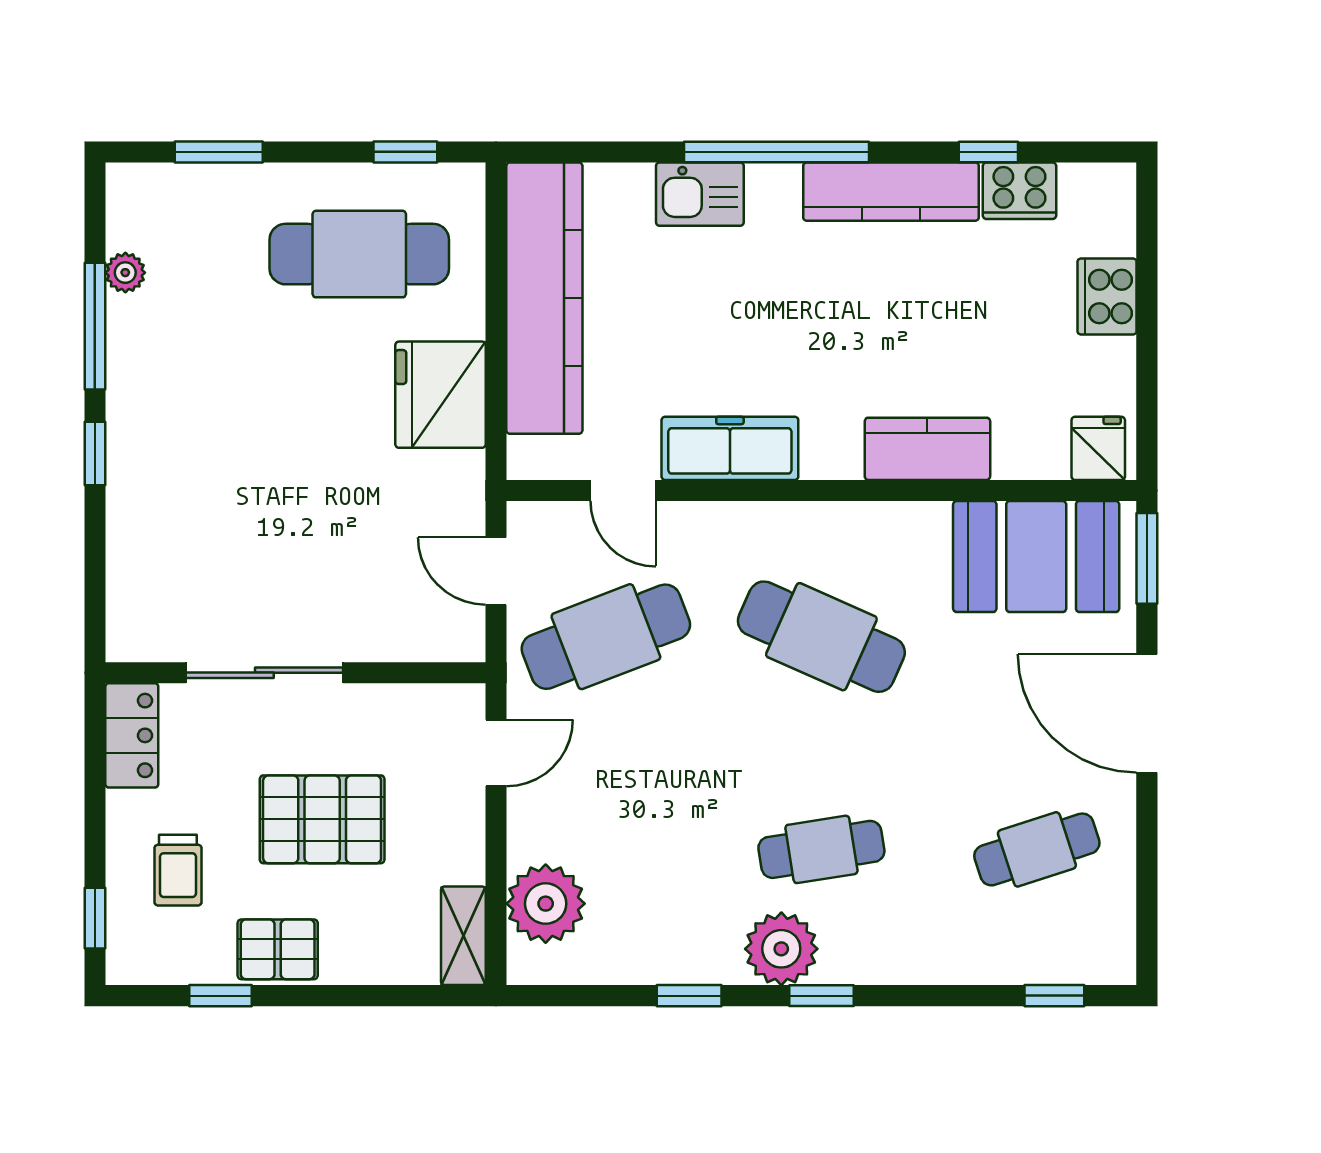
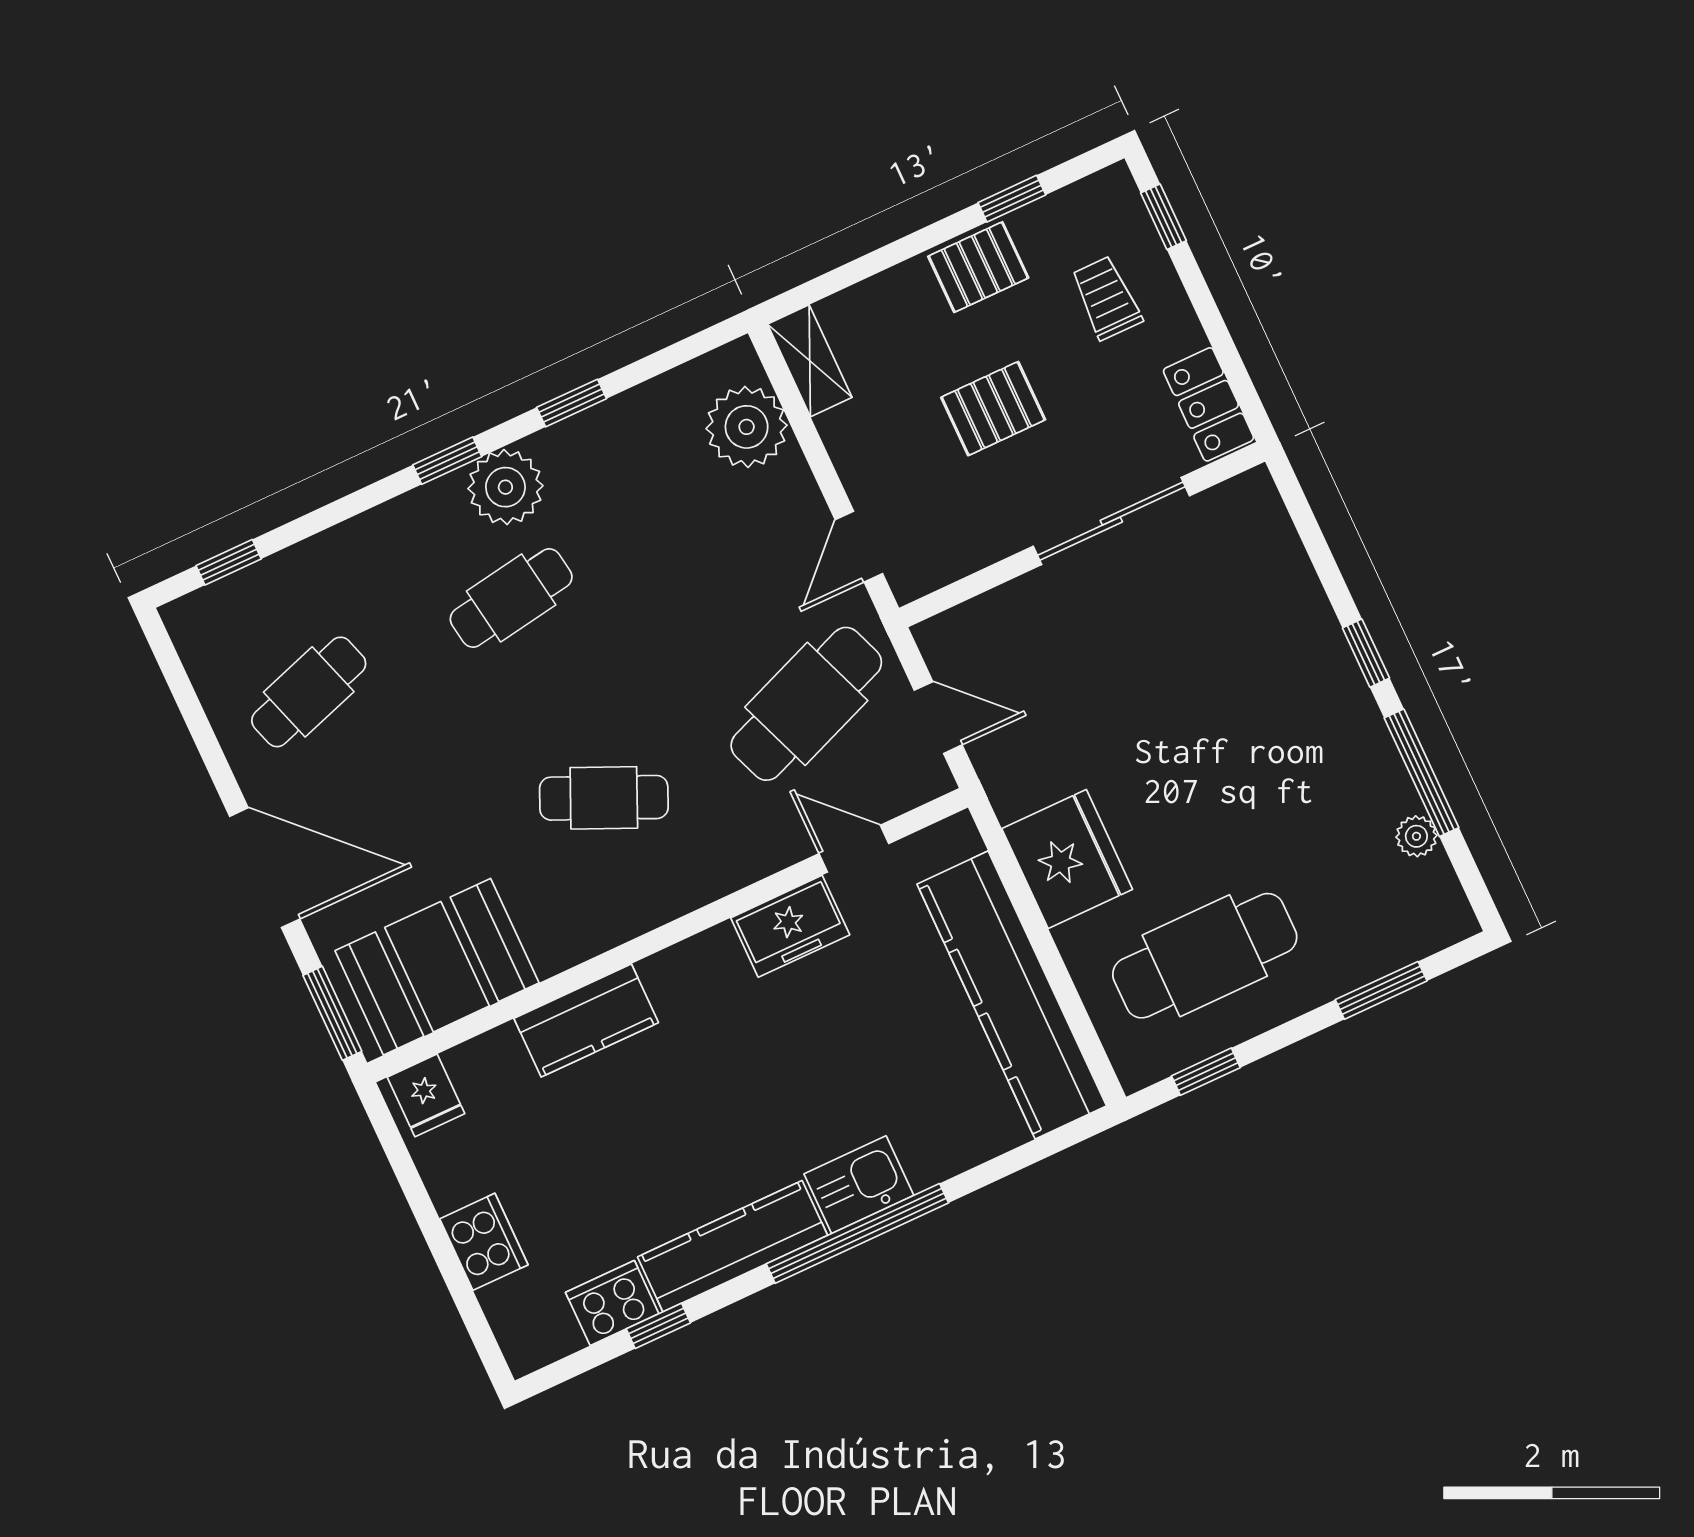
kitchen sink: (700, 194) -> (859, 1185), moved
freezer: (730, 448) -> (790, 926), width x0.71
cafe table: (821, 637) -> (604, 798), width x0.73, depth x0.74
pallet: (322, 819) -> (993, 409), width x0.67, depth x0.71

